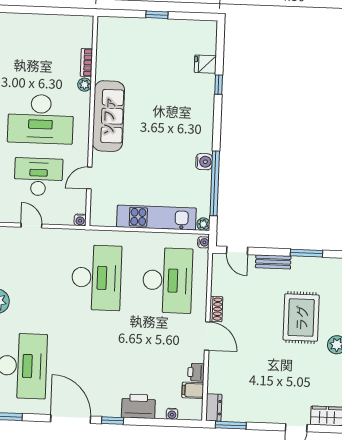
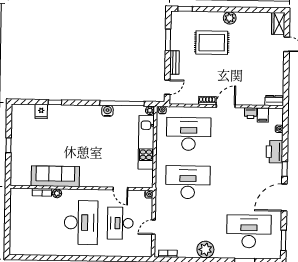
sofa: (108, 116) -> (55, 176), moved
window: (231, 425) -> (286, 89), removed

